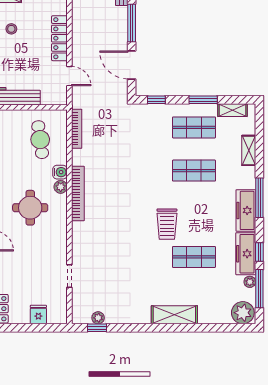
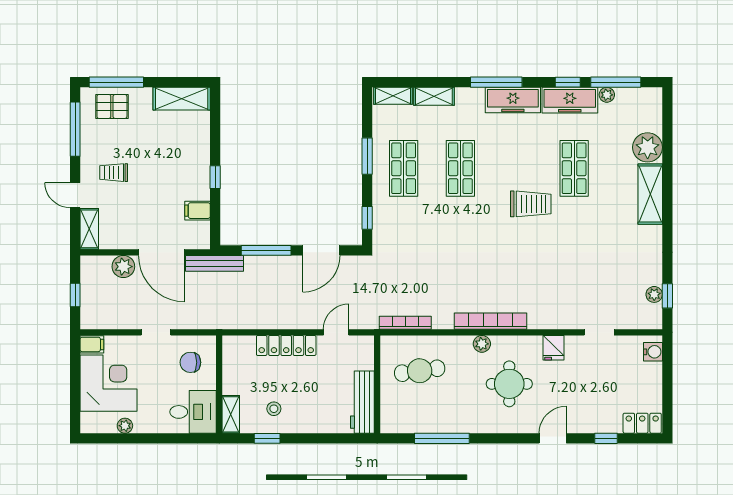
shelving: (232, 110) -> (393, 96), moved, turned 90
water cooler: (60, 172) -> (653, 352), moved, turned 90
plant: (243, 313) -> (648, 147), moved
fridge: (38, 315) -> (554, 348), moved, turned -90

